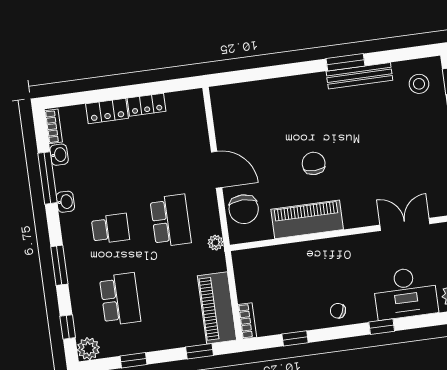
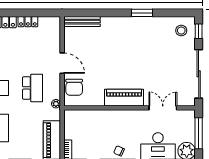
bench: (359, 76) -> (82, 22), moved
chair: (314, 163) -> (117, 67), removed
piano: (307, 219) -> (124, 98), moved

